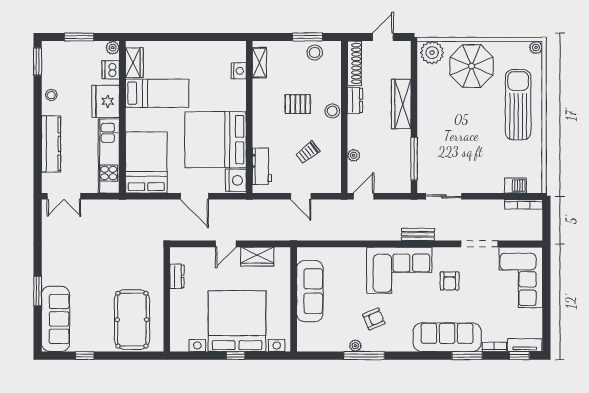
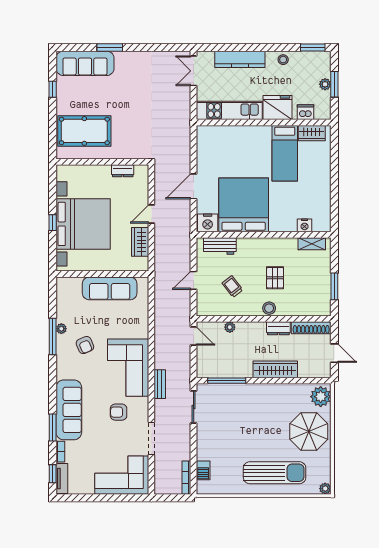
plant: (113, 48) -> (325, 84), moved
stool: (315, 52) -> (321, 293), removed
bed: (146, 162) -> (223, 144), removed
door: (226, 244) -> (151, 214), hinge flipped

